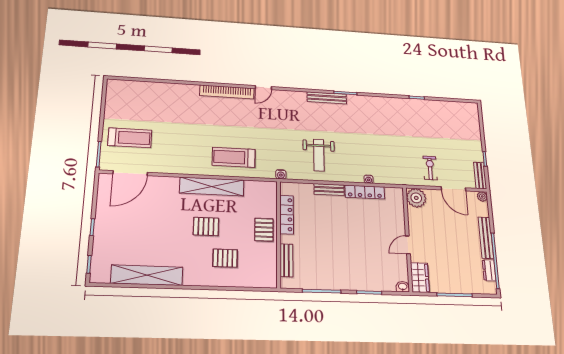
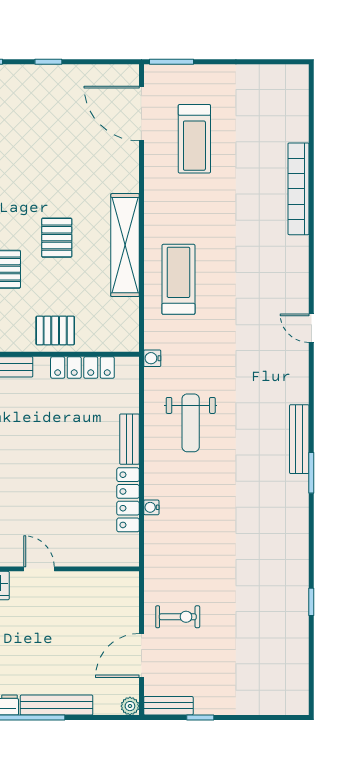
bookcase: (227, 92) -> (299, 189), moved
treadmill: (130, 138) -> (194, 139), moved
weight bench: (319, 155) -> (191, 423), turned -90
plant: (416, 198) -> (122, 589), removed

